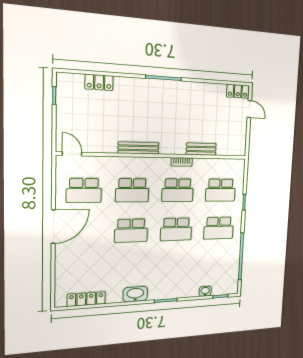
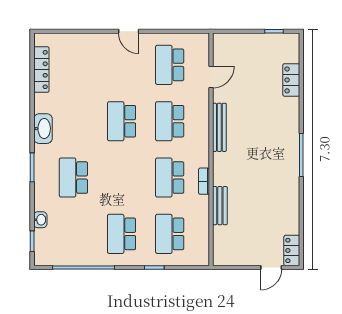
door: (72, 154) -> (211, 77), moved
door: (53, 227) -> (129, 31), width x0.53
school desk: (176, 229) -> (73, 178), moved

